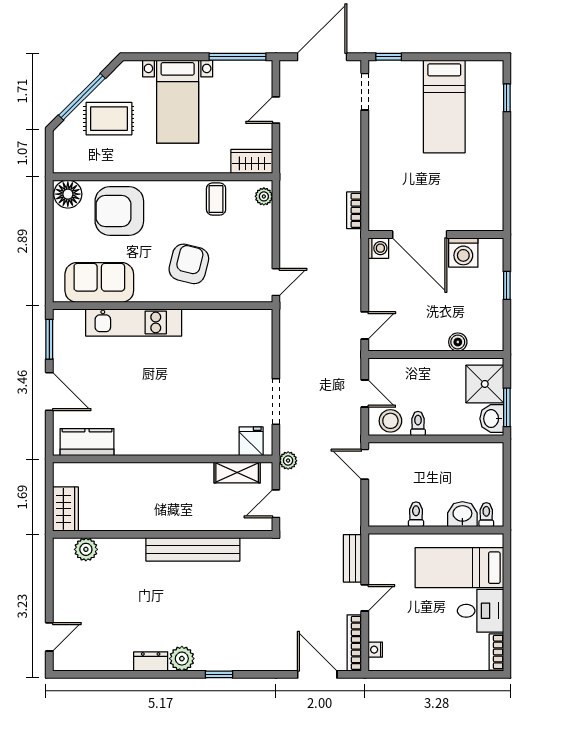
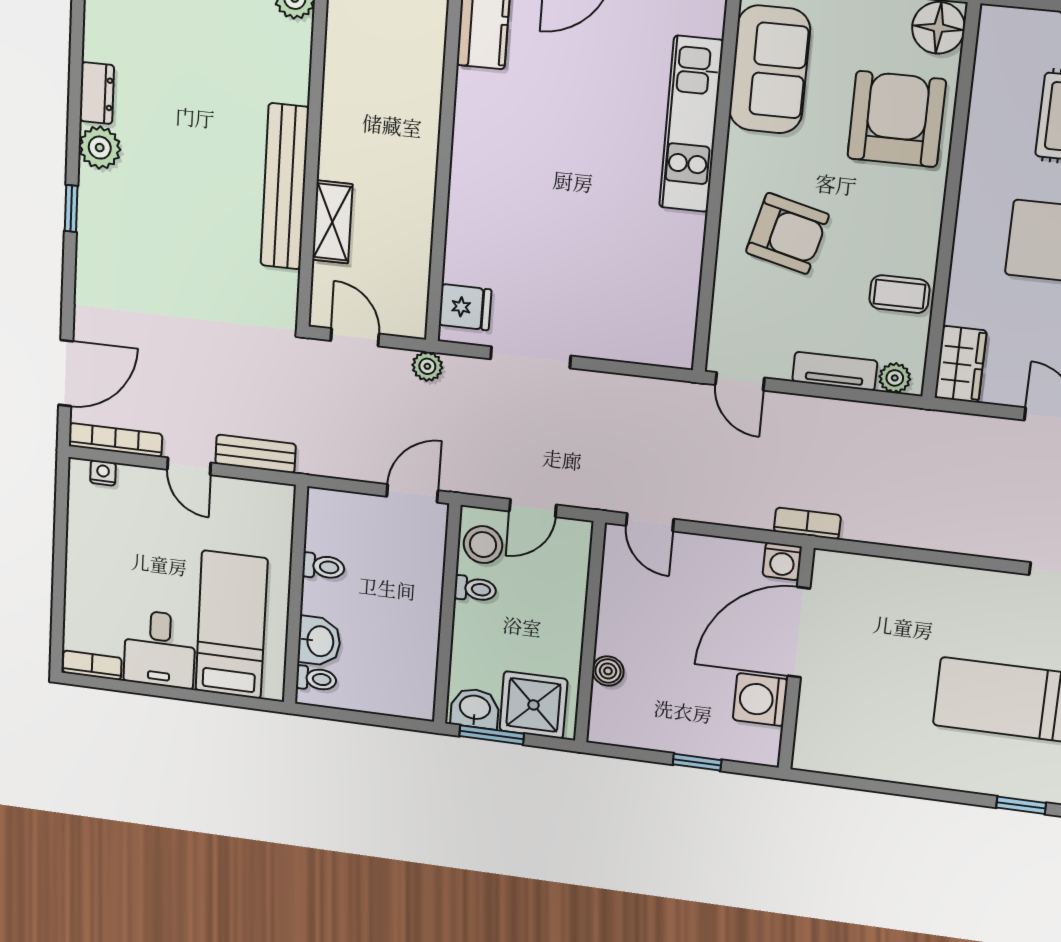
bookcase: (354, 210) -> (807, 523), moved
tv unit: (264, 230) -> (835, 371), added
shelving: (237, 473) -> (332, 222), moved

